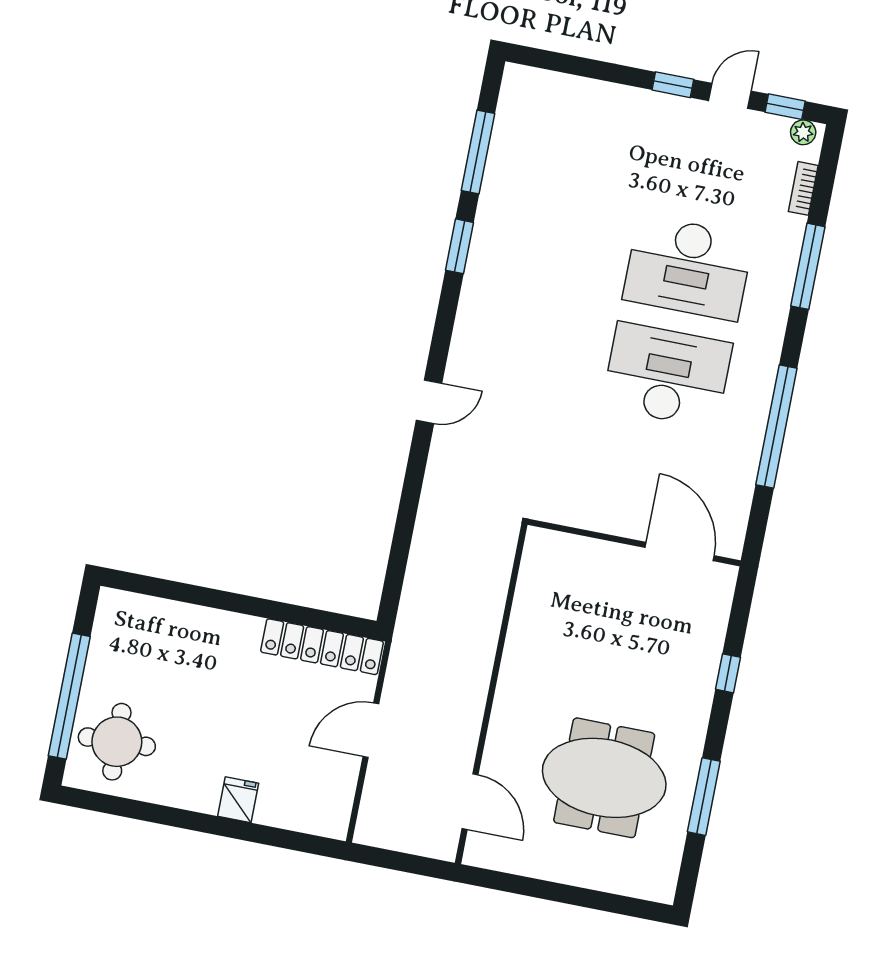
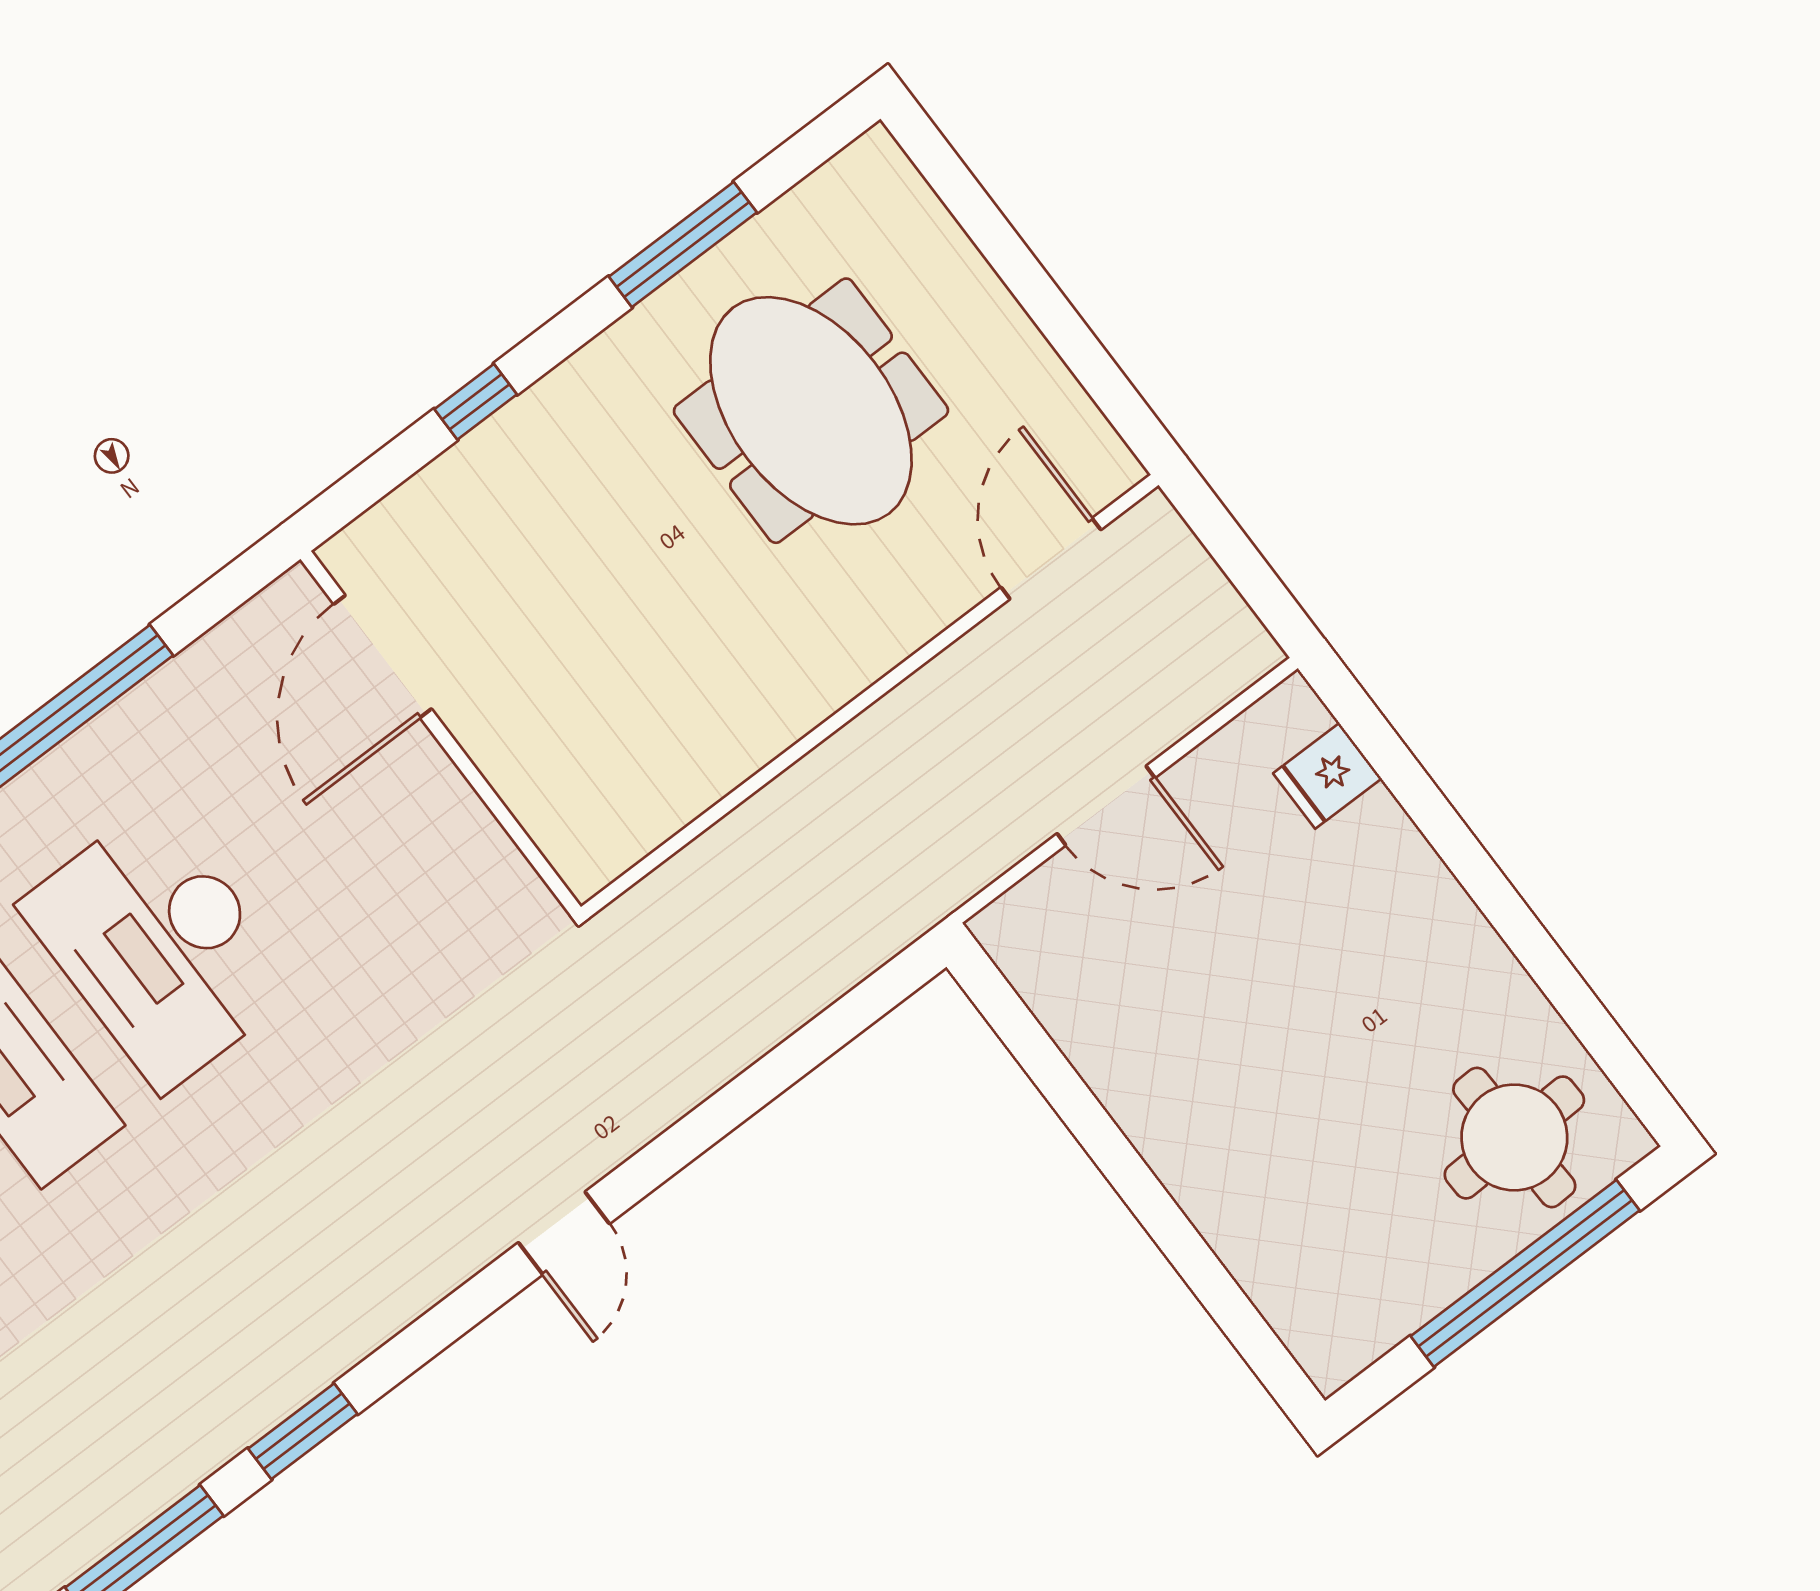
door: (429, 402) -> (564, 1233), swing flipped
locker: (322, 647) -> (1067, 1002), removed
fridge: (238, 800) -> (1327, 776), moved

